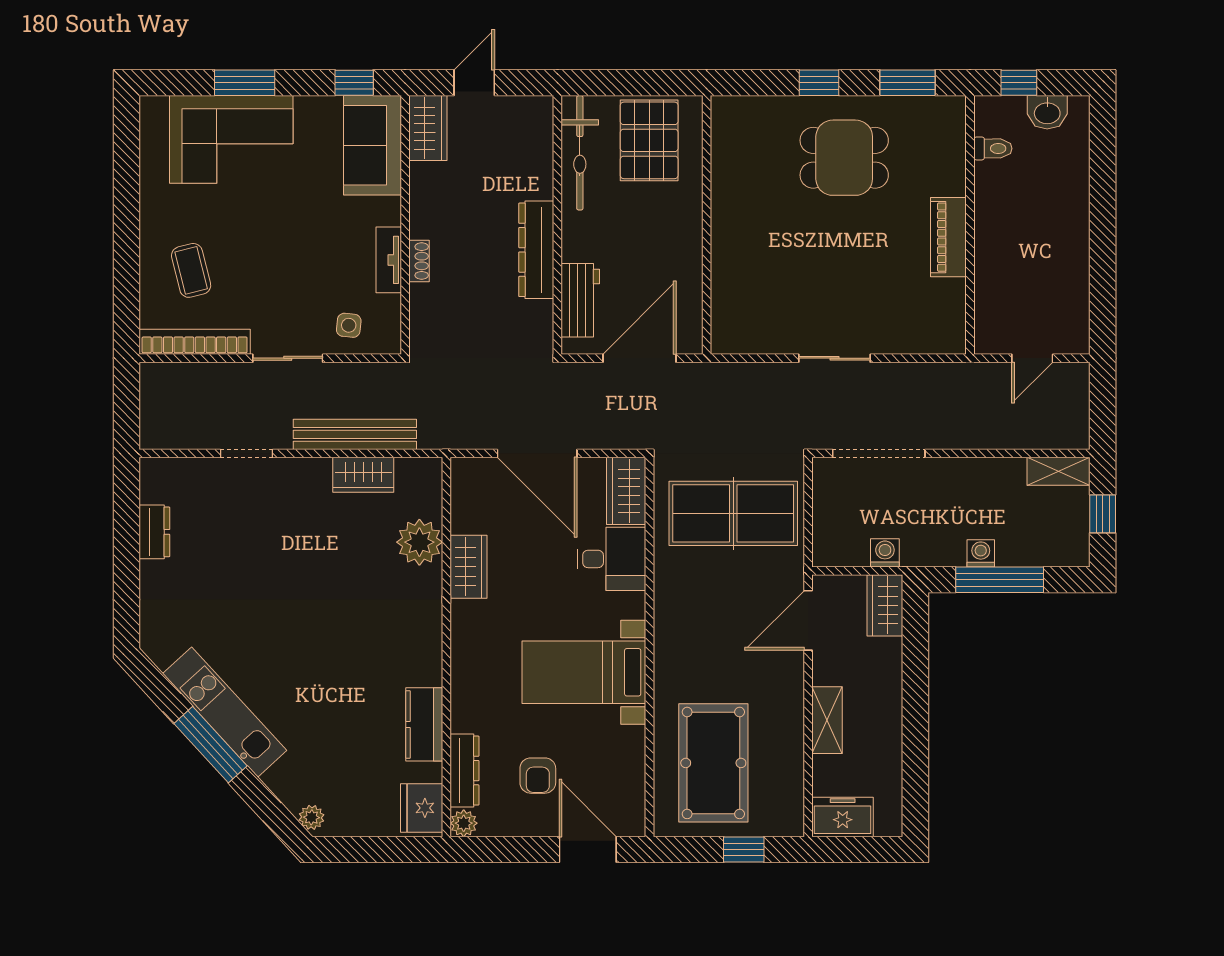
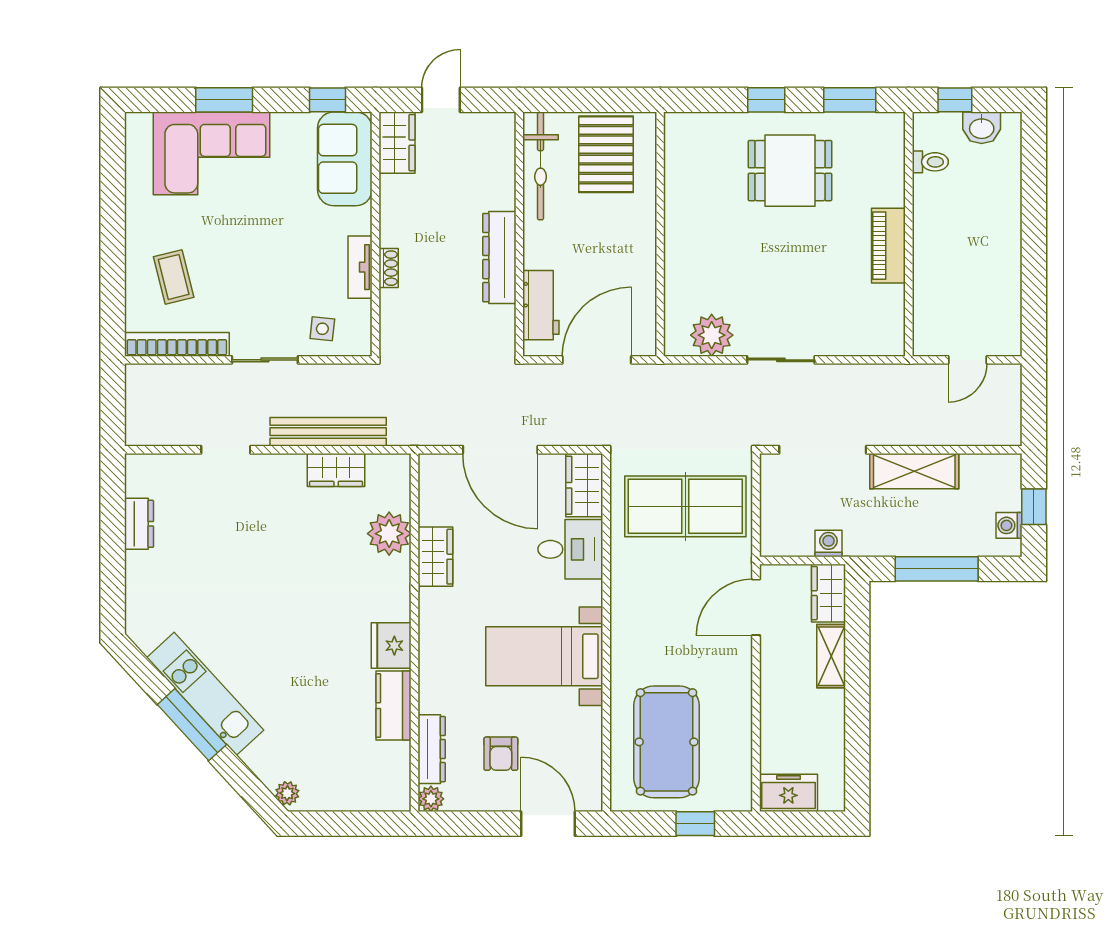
plant: (761, 332) -> (712, 335), added
shelving: (1059, 471) -> (914, 471), moved, width x1.50, depth x1.33
washing machine: (981, 553) -> (1009, 525), moved, turned -90
shelving: (827, 720) -> (831, 656), moved
fridge: (422, 808) -> (391, 646), moved

